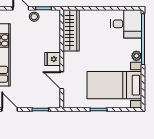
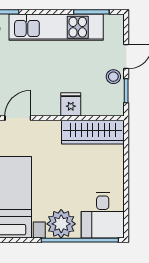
plant: (136, 56) -> (61, 224), width x1.88, depth x1.88
fridge: (53, 59) -> (71, 104), moved

